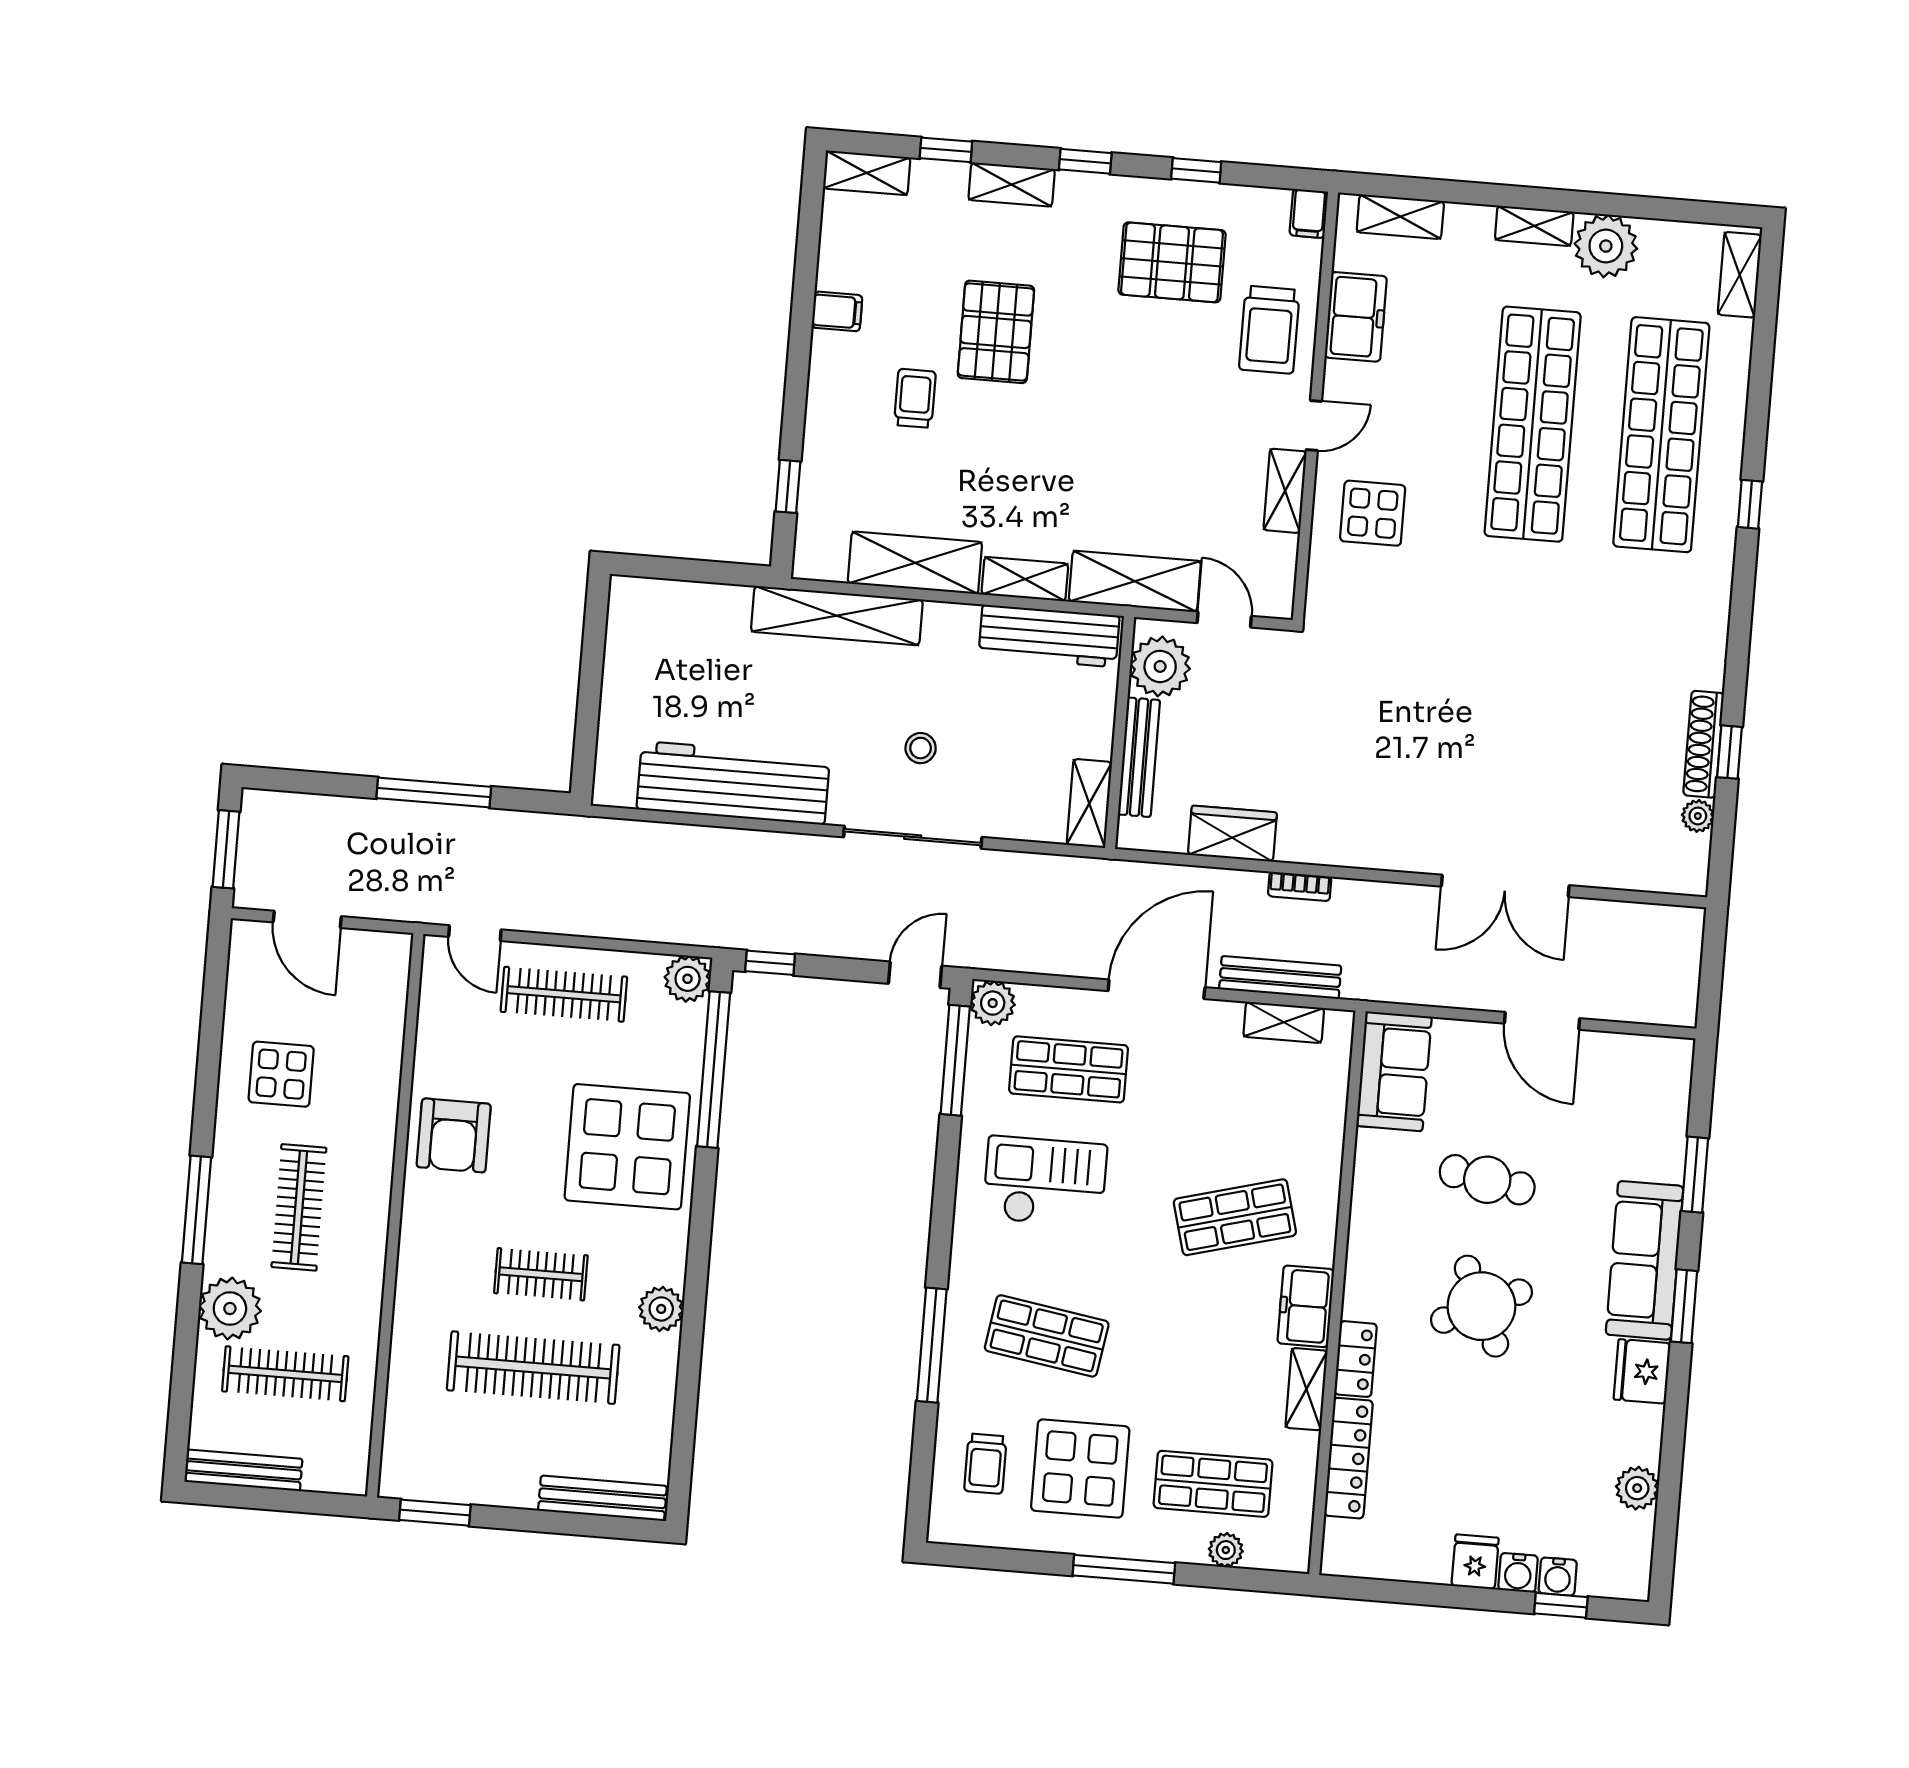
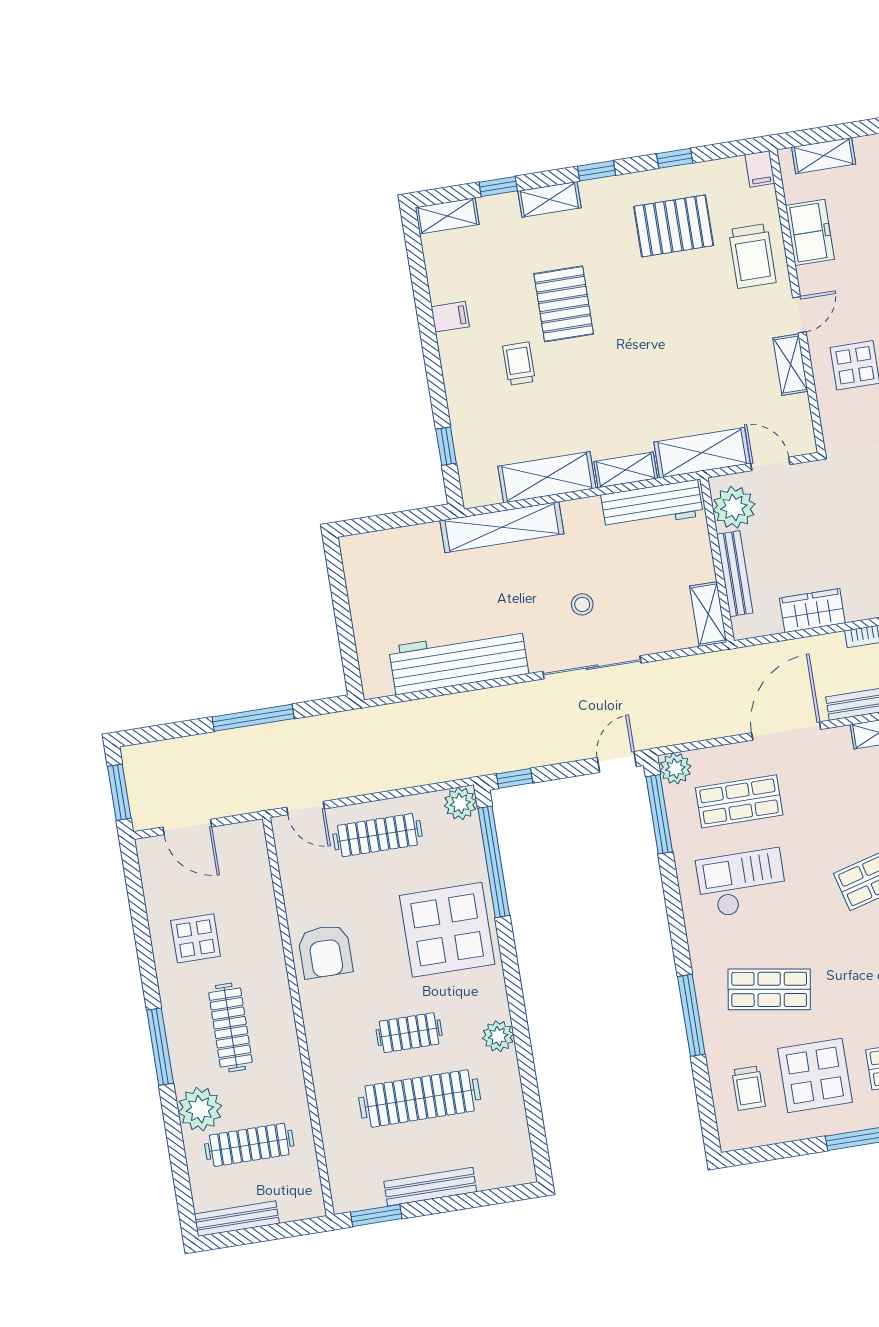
bench: (602, 1498) -> (430, 1187), moved

